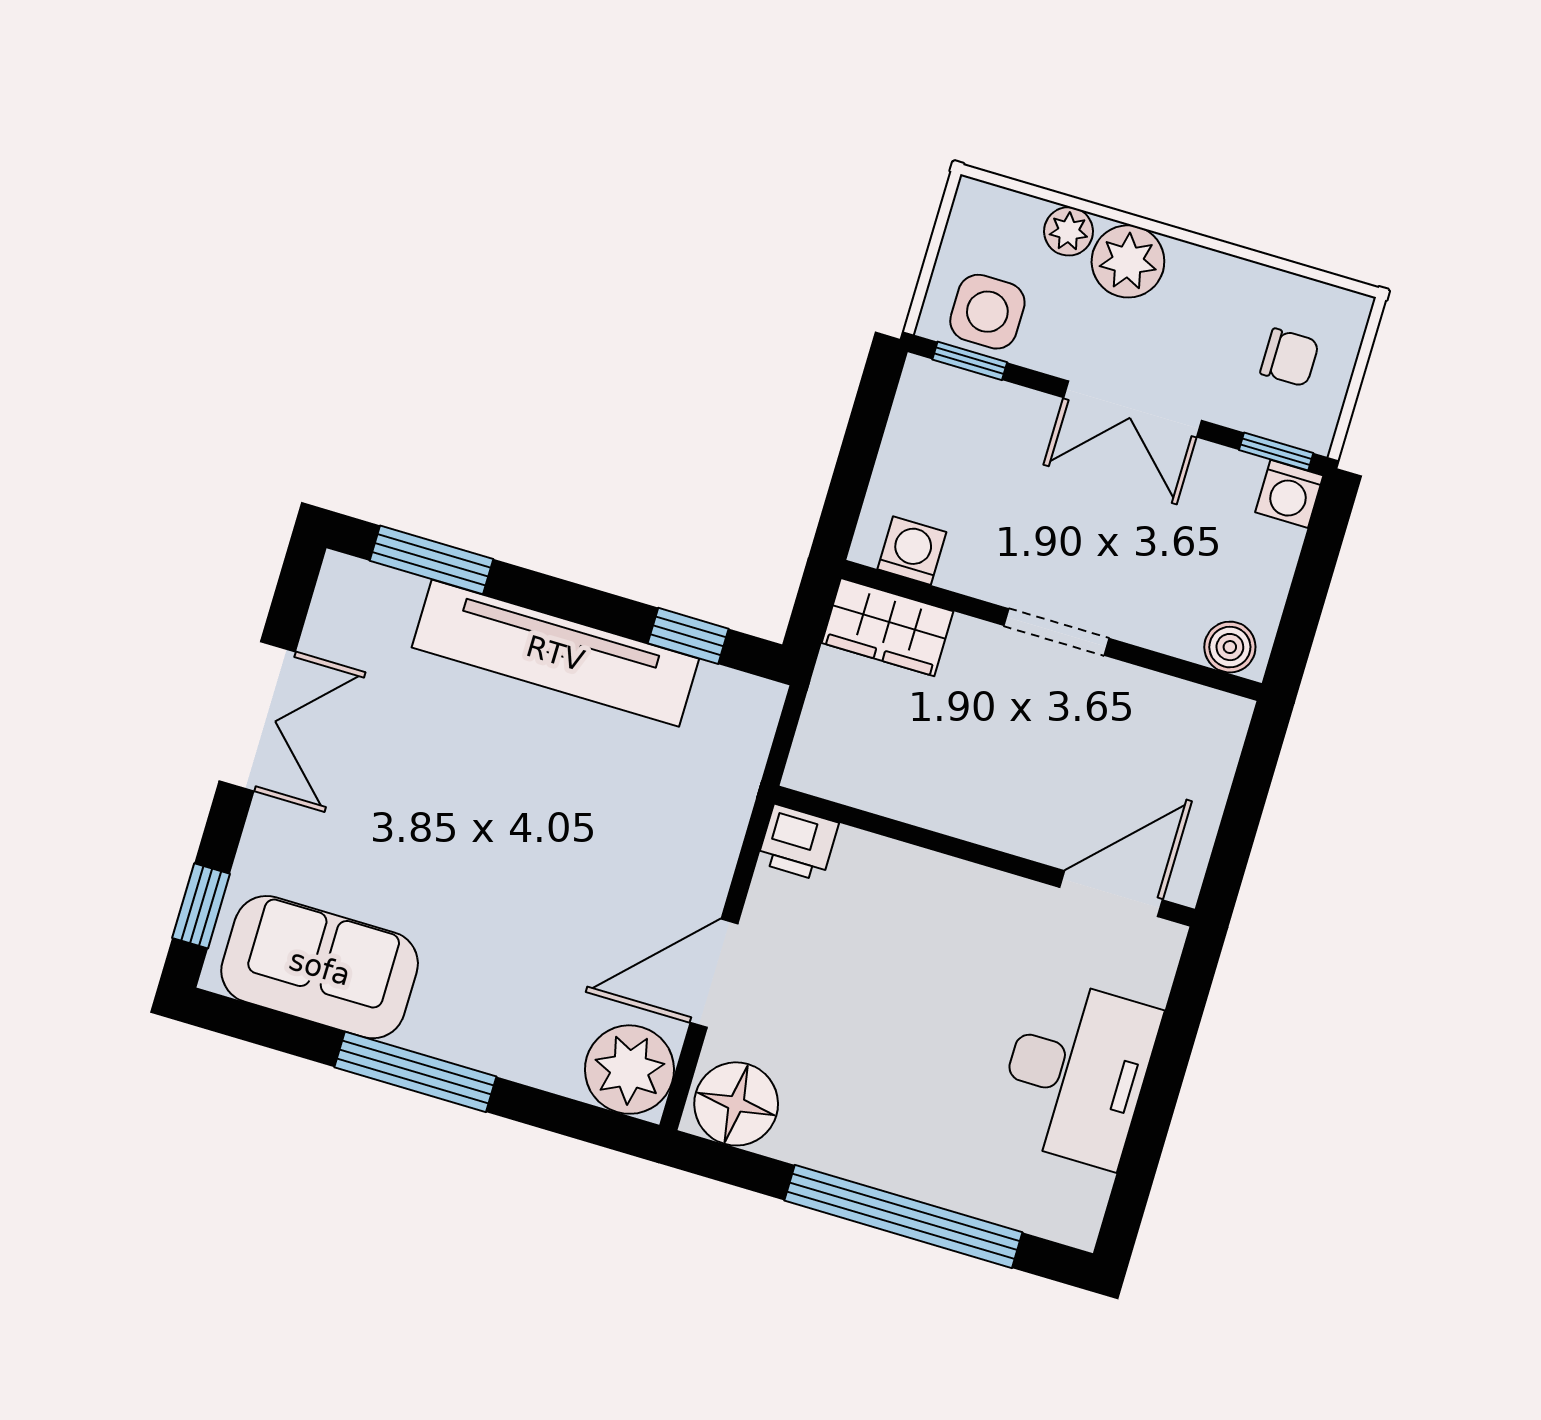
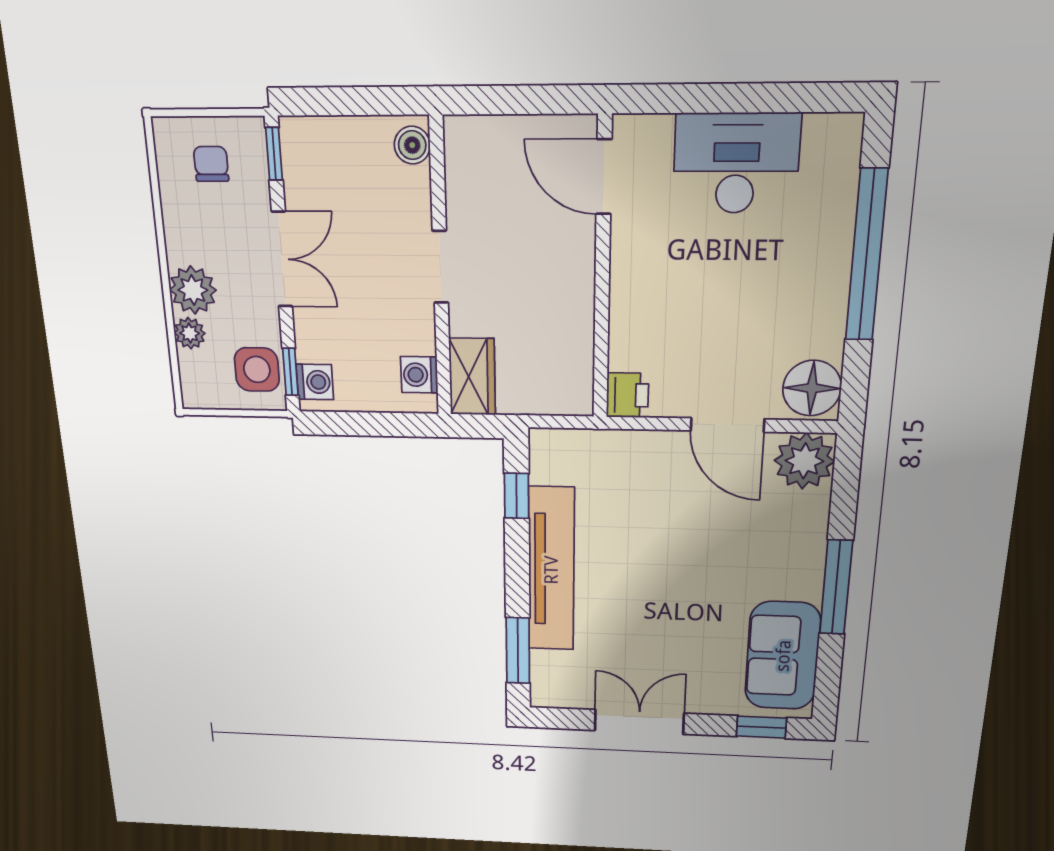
washing machine: (1289, 494) -> (315, 382), moved

